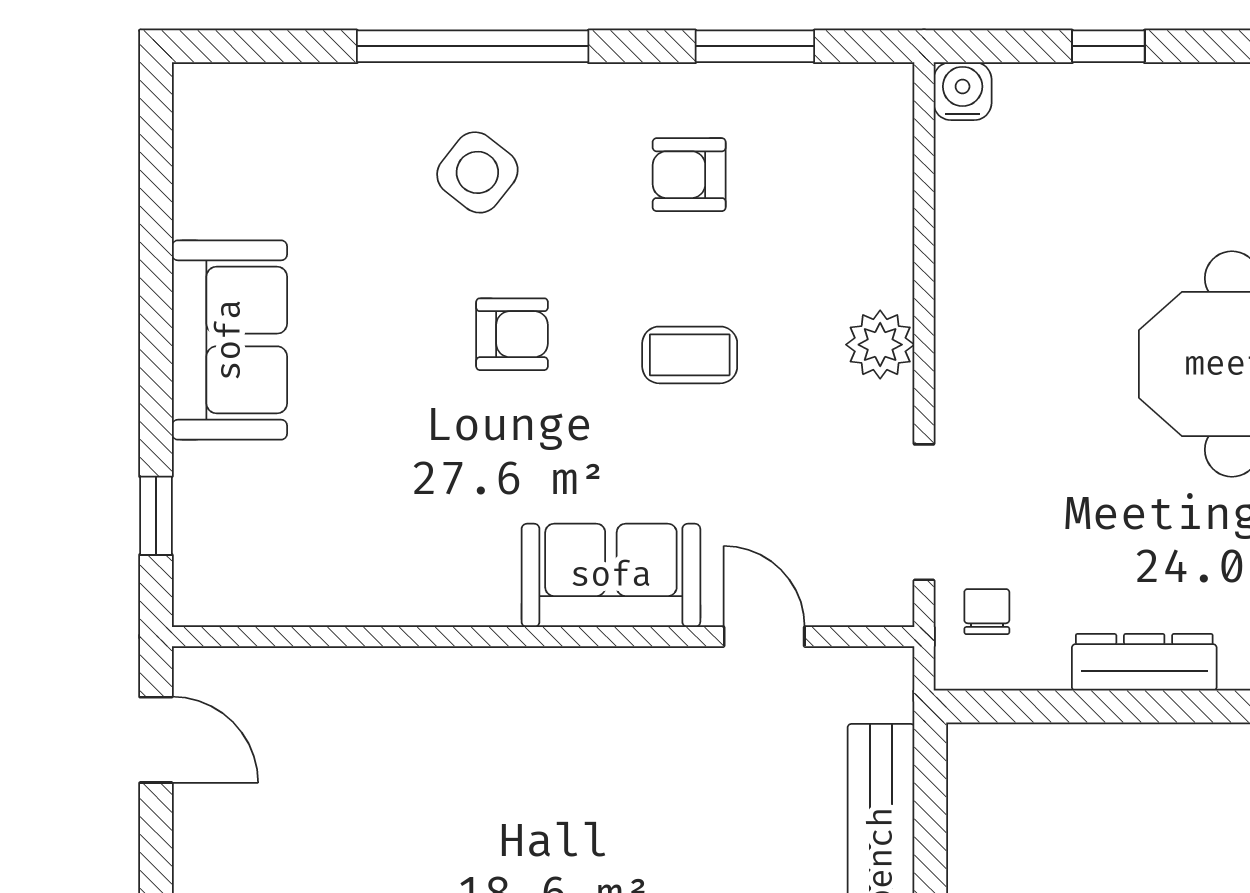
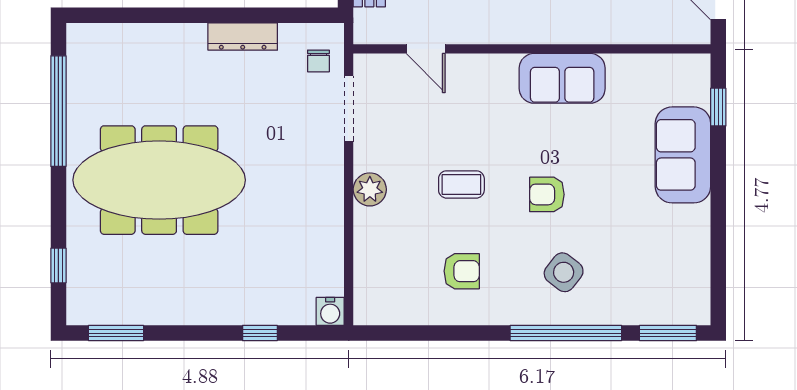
window: (755, 46) -> (668, 333), moved
sofa: (229, 340) -> (683, 155), moved
sofa: (611, 575) -> (562, 78), moved

